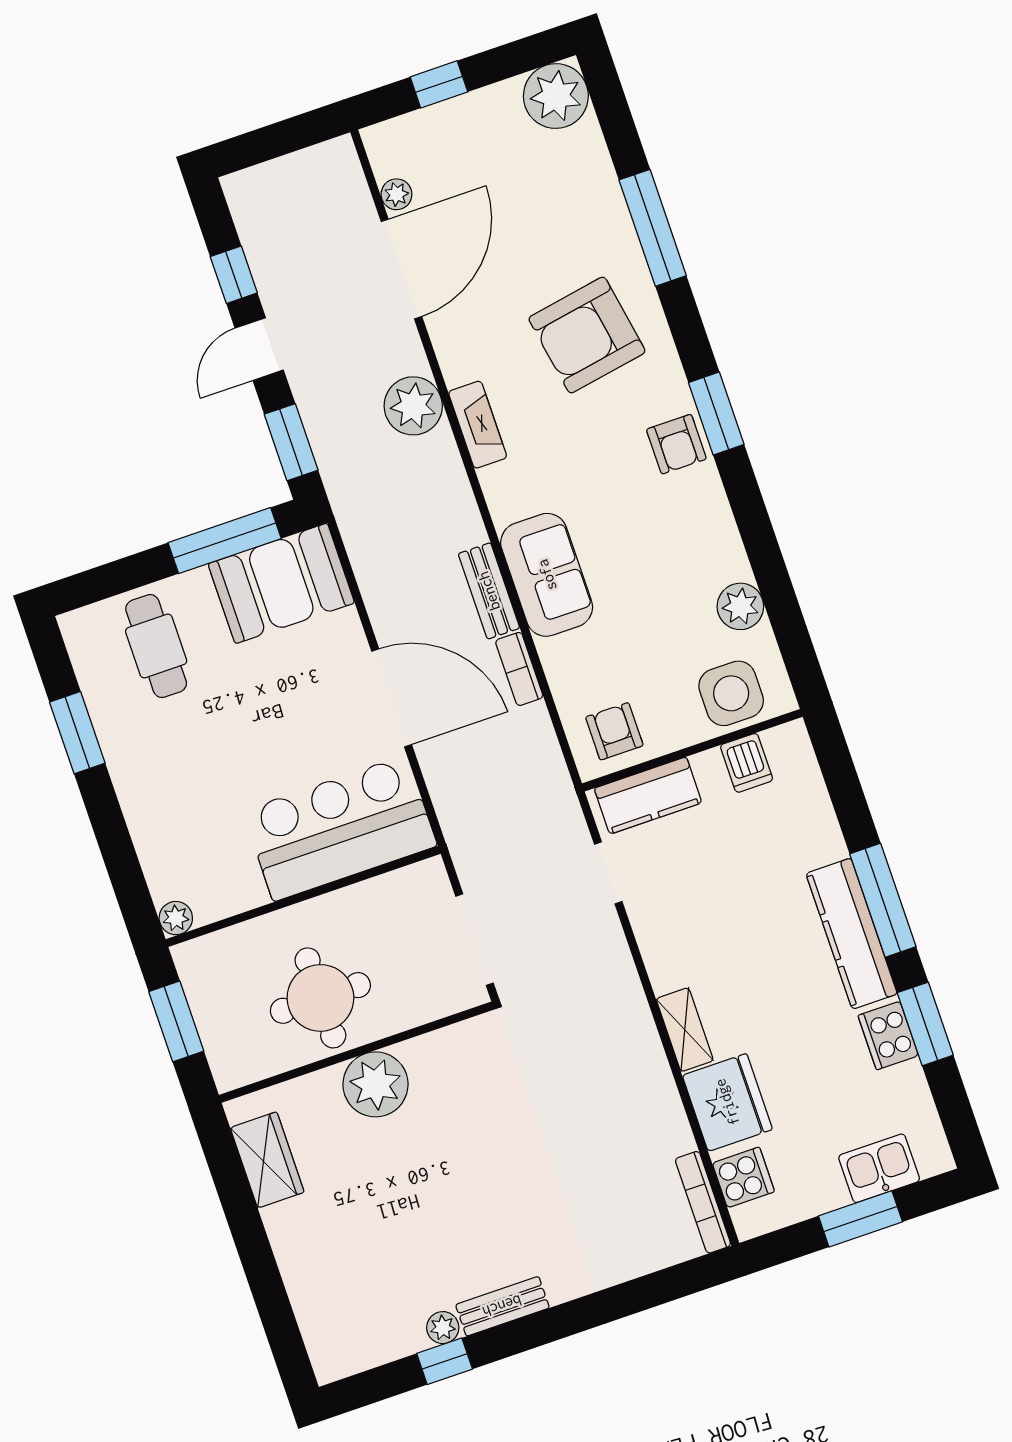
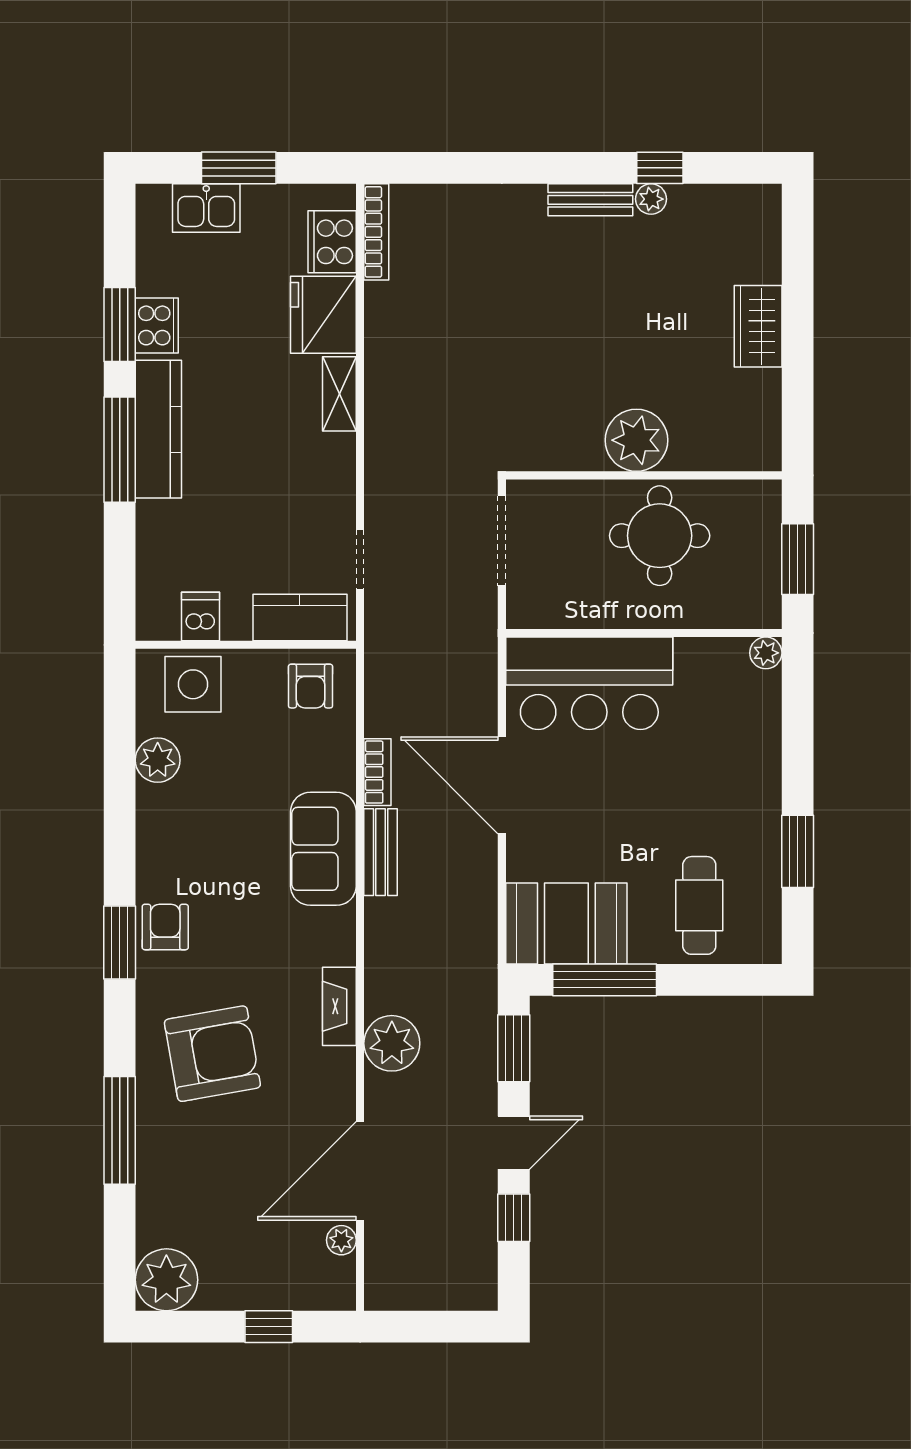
wardrobe: (267, 1160) -> (758, 326), moved
cooker: (743, 1177) -> (332, 242), width x1.36

